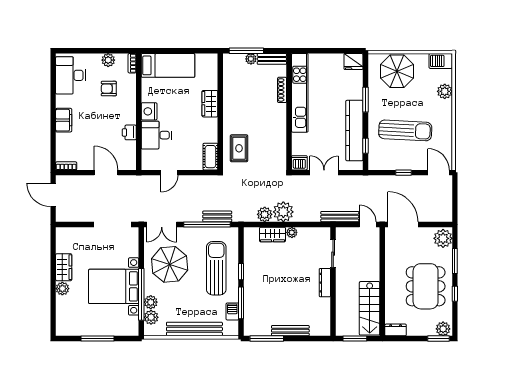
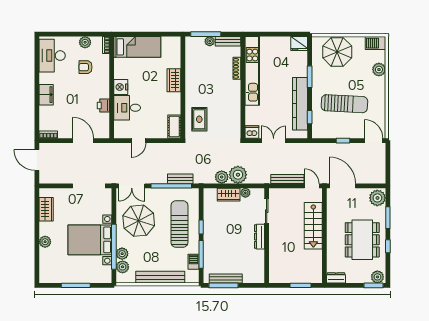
sliding door: (333, 254) -> (267, 211), moved
wardrobe: (64, 267) -> (46, 209), moved
wall: (333, 282) -> (267, 236), moved
dresser: (325, 283) -> (260, 237), moved
stairs: (370, 308) -> (313, 226), moved
bench: (290, 331) -> (226, 279), moved

